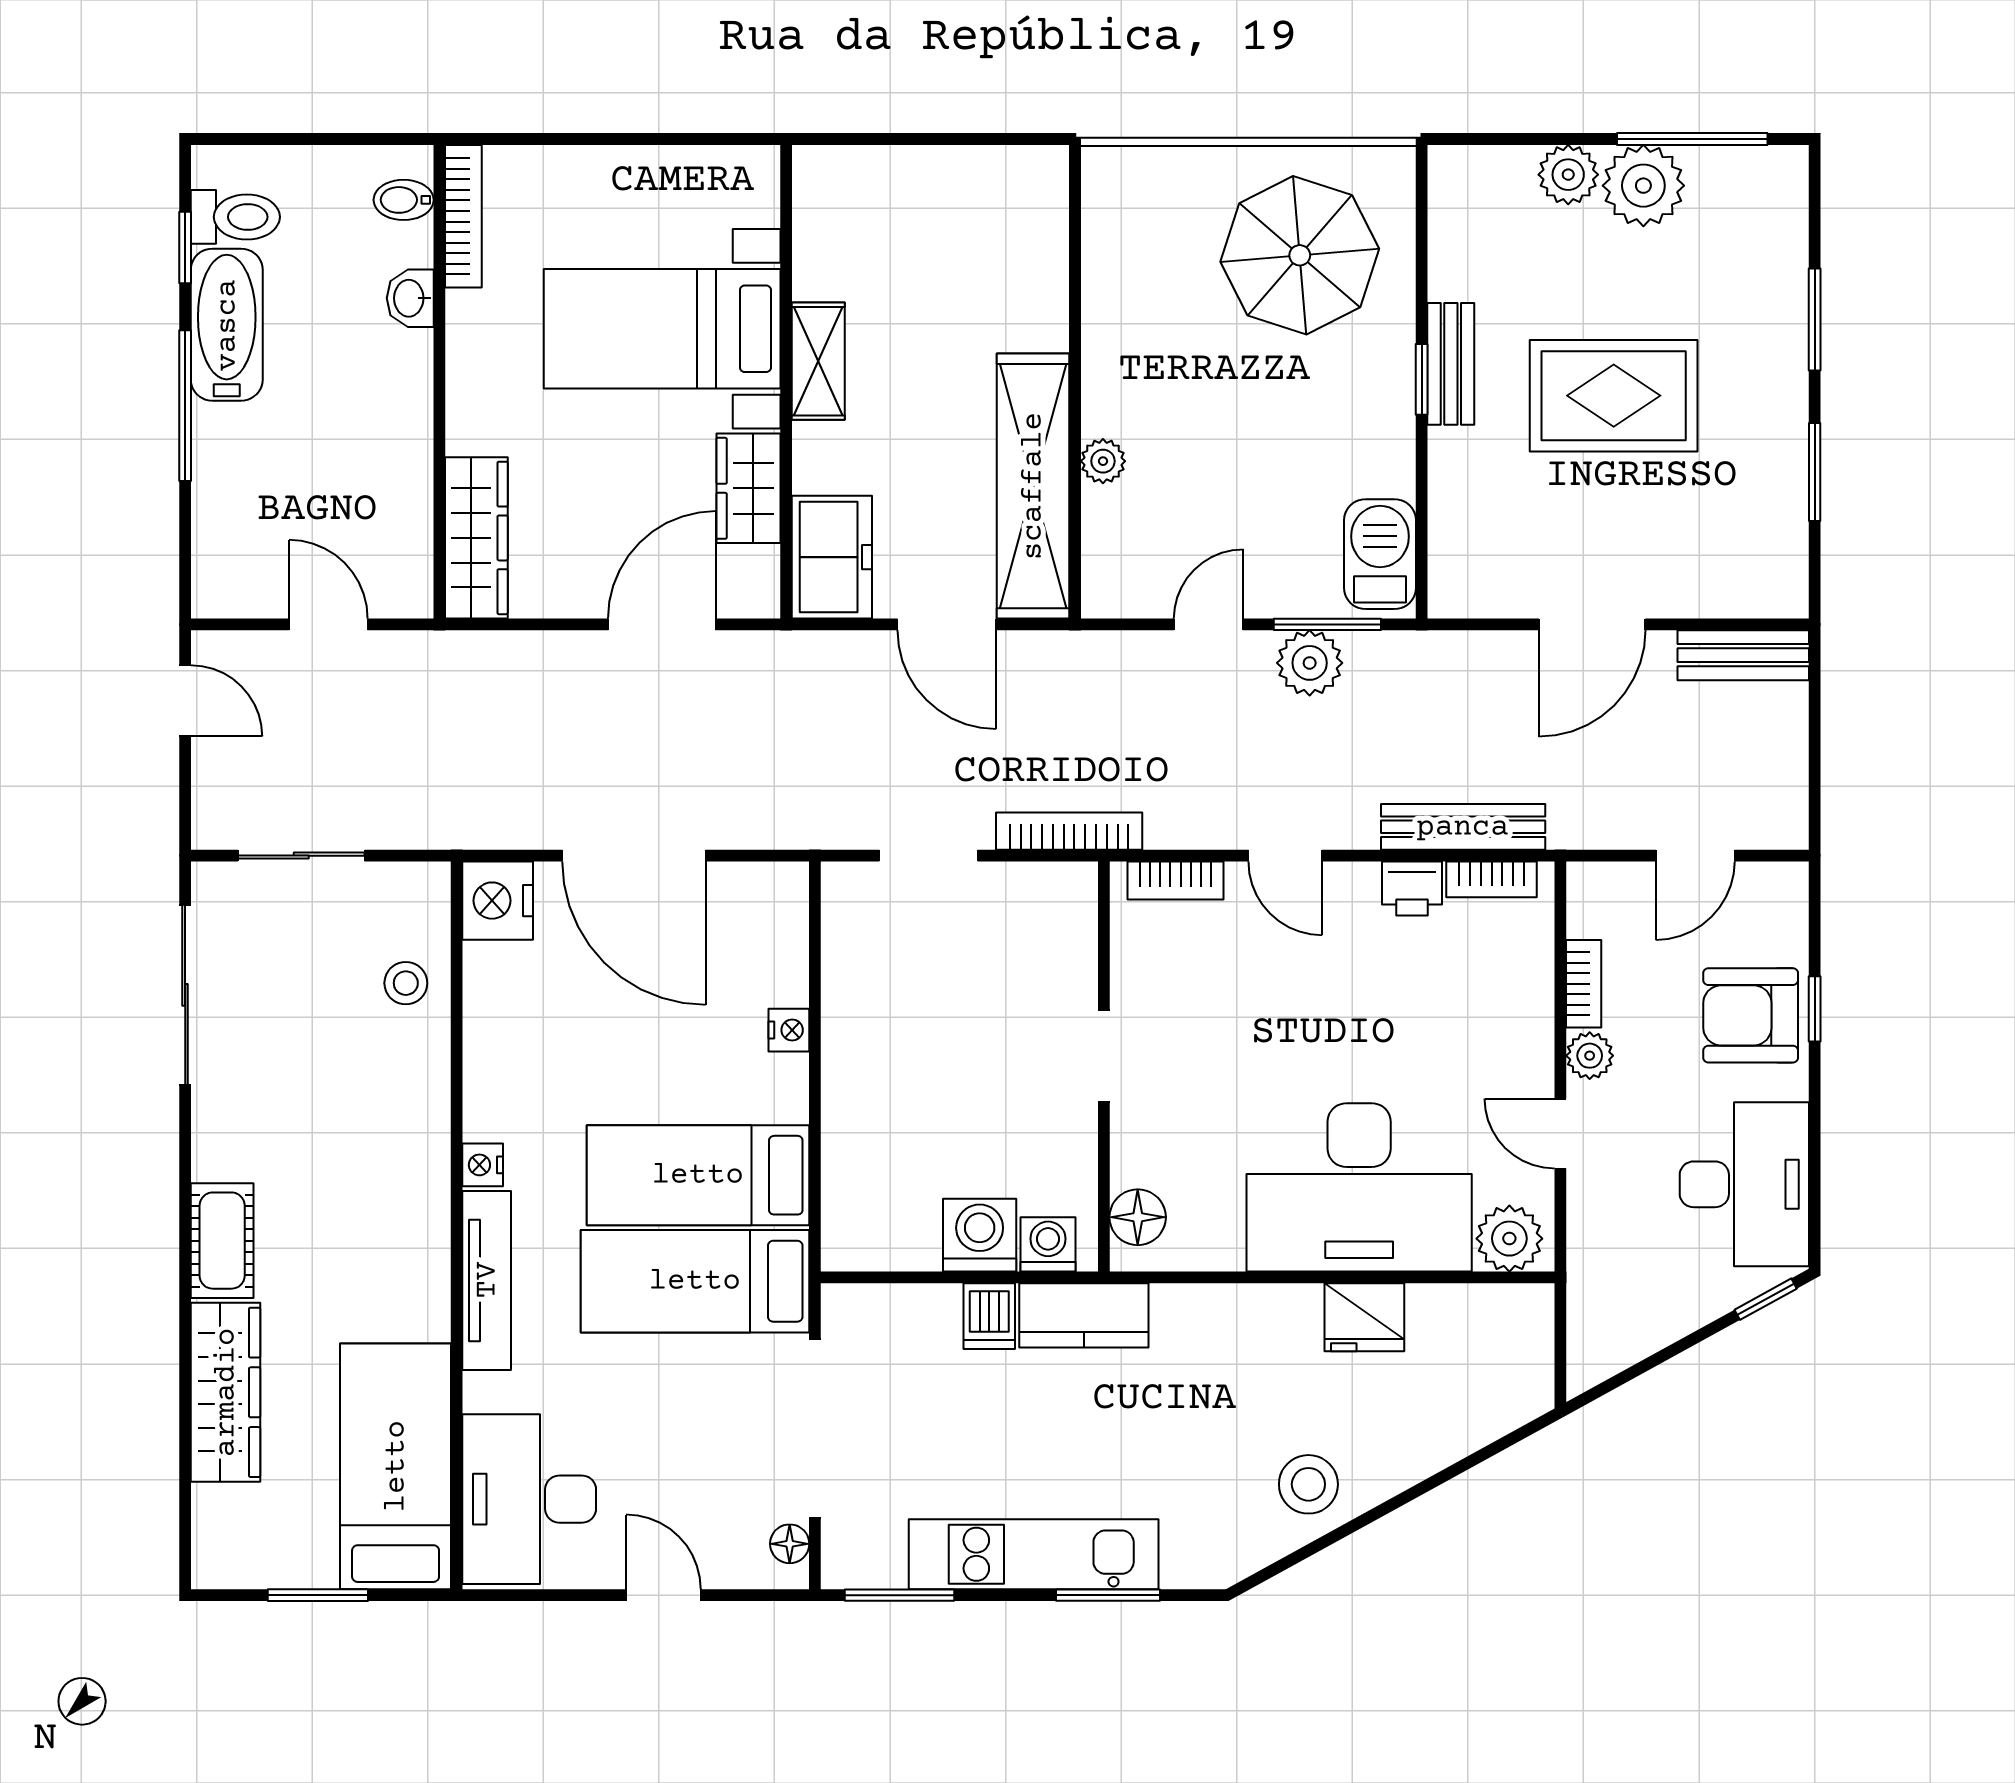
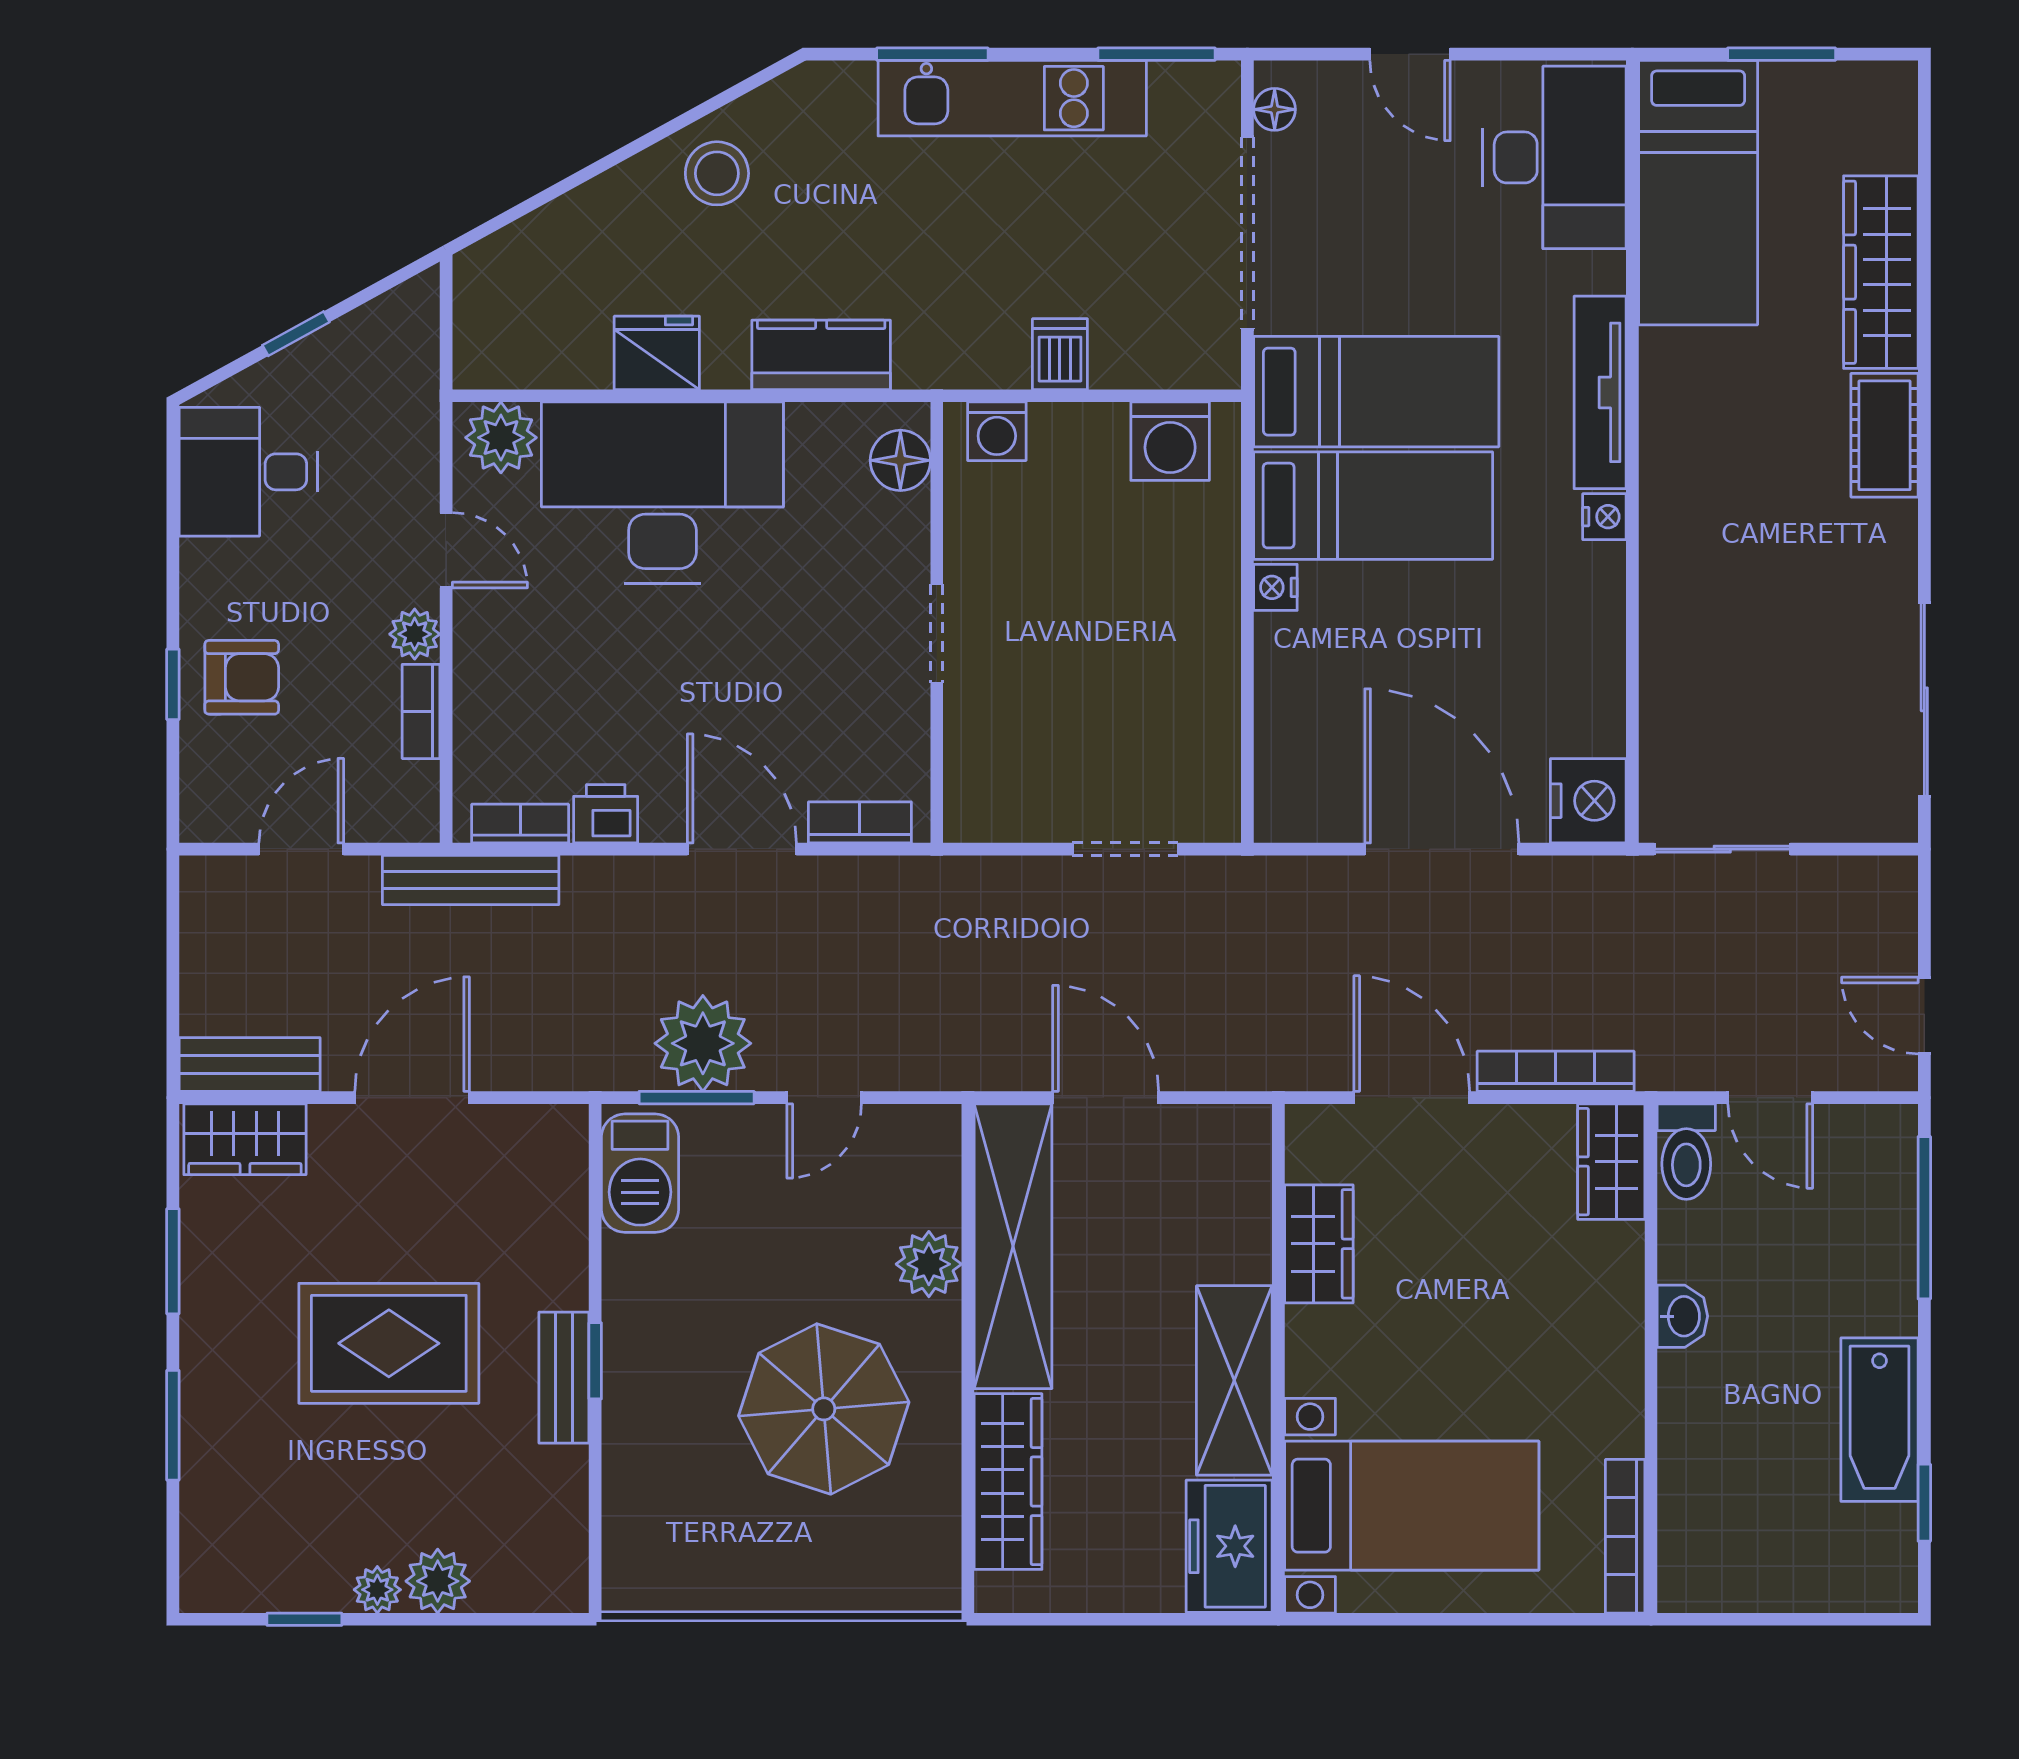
window: (1692, 139) -> (304, 1619), width x0.46
plant: (1643, 186) -> (377, 1590), width x0.53, depth x0.53
bidet: (404, 200) -> (1689, 1554), removed
toilet: (235, 217) -> (1686, 1152), moved, turned -90
parasol: (1300, 255) -> (824, 1409), moved
wardrobe: (1038, 267) -> (1008, 1482), added
washbasin: (410, 298) -> (1682, 1316), moved
bed with nightstands: (662, 329) -> (1412, 1506), moved
shelving: (818, 361) -> (1234, 1380), width x1.50, depth x1.33
window: (185, 406) -> (1924, 1218), moved
plant: (1103, 461) -> (929, 1264), width x1.38, depth x1.38
wardrobe: (476, 538) -> (1611, 1162), width x0.67
freezer: (832, 557) -> (1229, 1546), moved
wardrobe: (1748, 586) -> (245, 1139), added
door: (662, 624) -> (1412, 1098), swing flipped
plant: (1310, 663) -> (703, 1043), width x1.36, depth x1.36
bench: (1463, 827) -> (471, 880), moved
bookcase: (1069, 831) -> (1556, 1071), moved, turned 180
sliding door: (301, 856) -> (1722, 849), moved
door: (1285, 856) -> (742, 849), width x1.38
stool: (406, 983) -> (1687, 712), removed
armchair: (1751, 1015) -> (242, 677), width x0.72, depth x0.72
nightstand: (789, 1030) -> (1275, 587), moved
desk: (1744, 1184) -> (248, 472), width x0.73
washing machine: (980, 1235) -> (1170, 441), moved
window: (1766, 1299) -> (296, 334), moved
kitchen counter: (1084, 1315) -> (821, 355), moved

